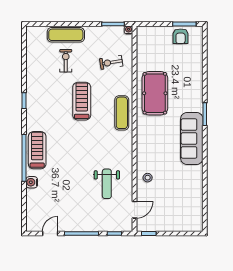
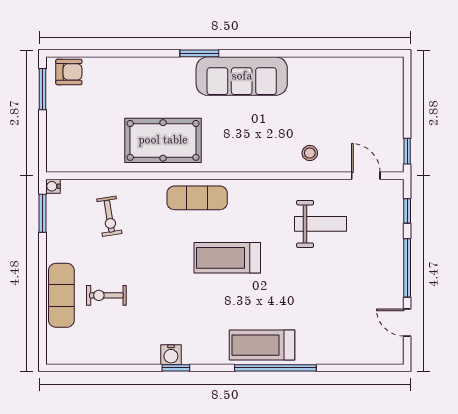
armchair: (181, 36) -> (69, 72), moved
treadmill: (82, 101) -> (227, 258), moved
water cooler: (32, 182) -> (171, 355), moved

